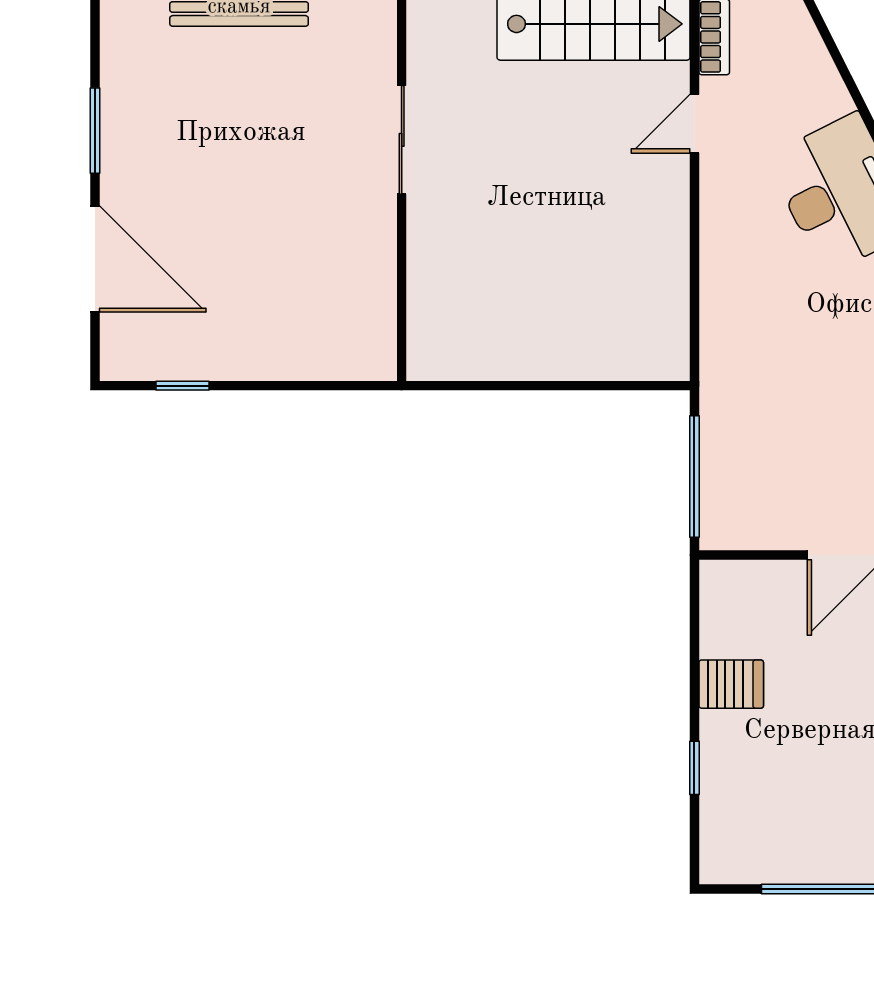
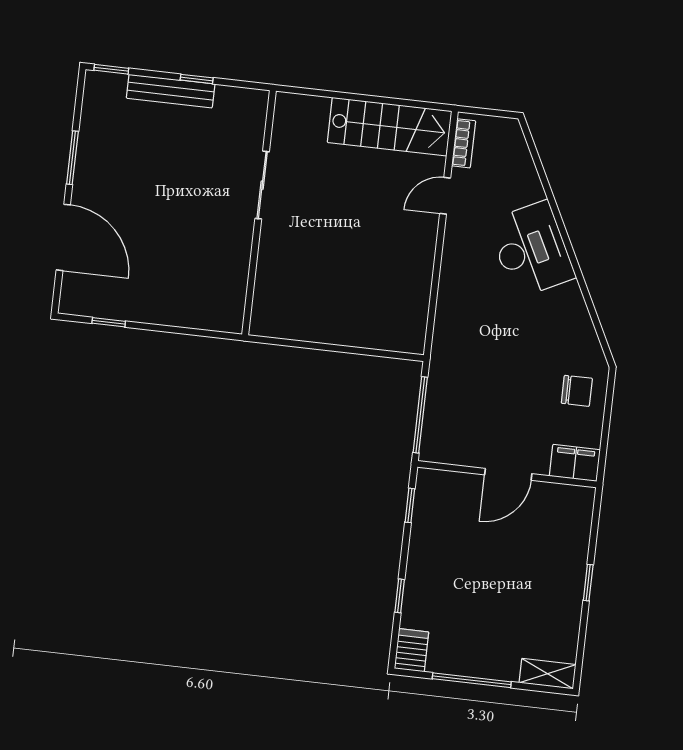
window: (694, 622) -> (410, 505), added
server rack: (731, 684) -> (412, 650), moved, turned -90

